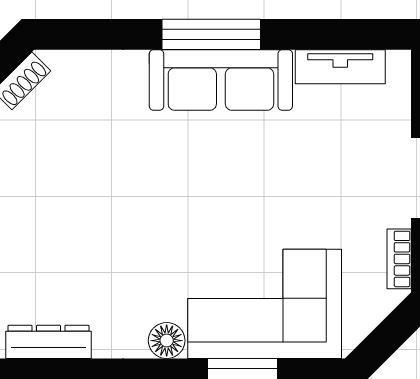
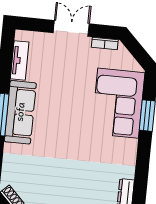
floor lamp: (167, 341) -> (130, 147), removed

